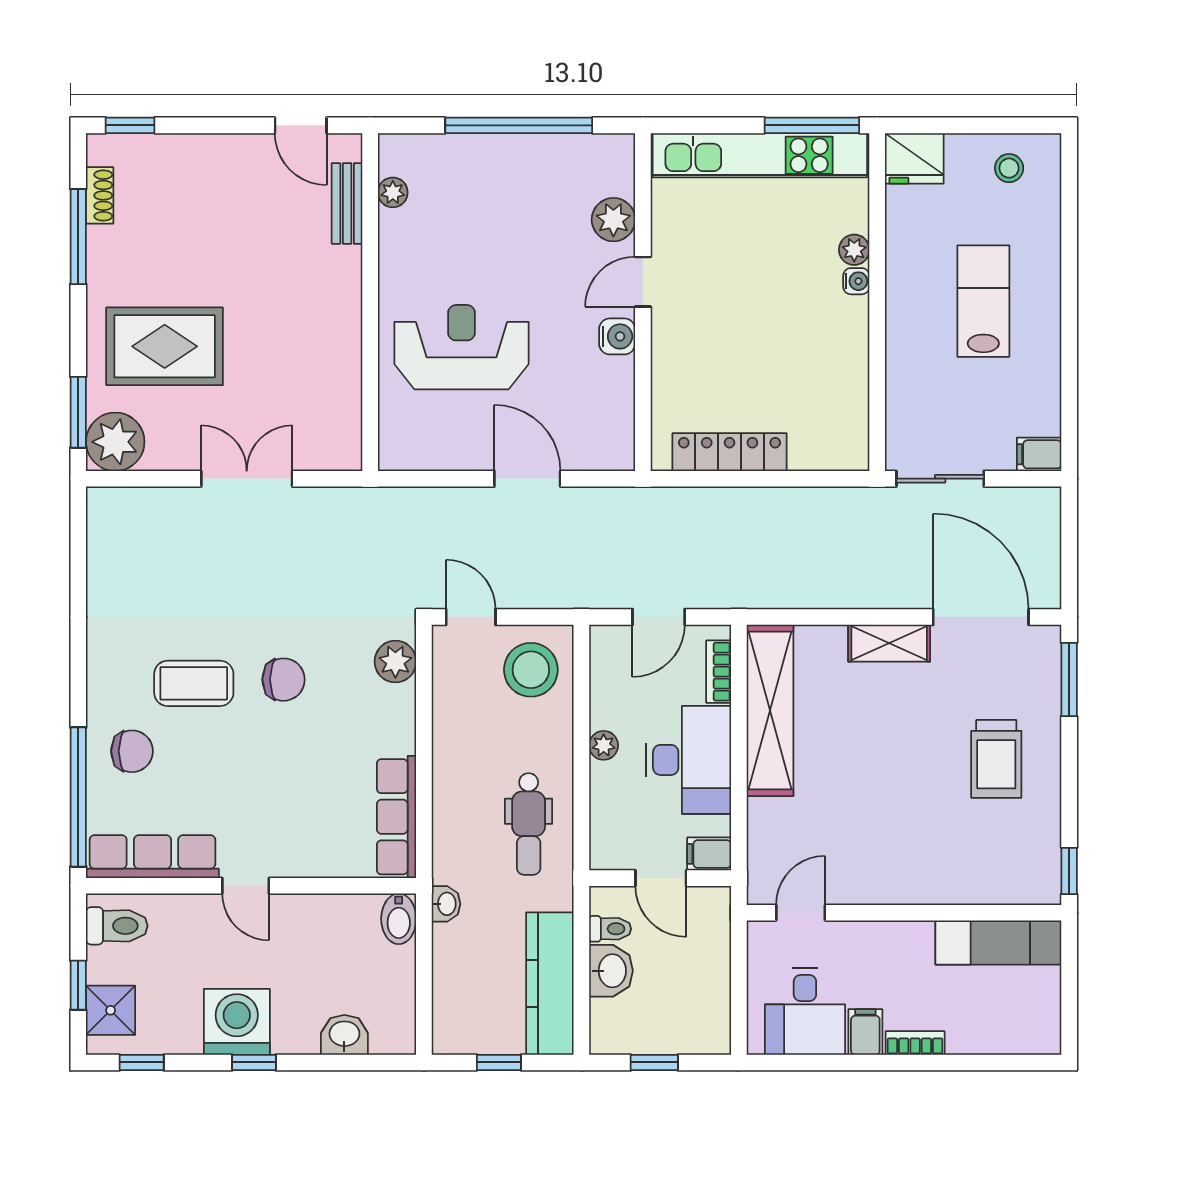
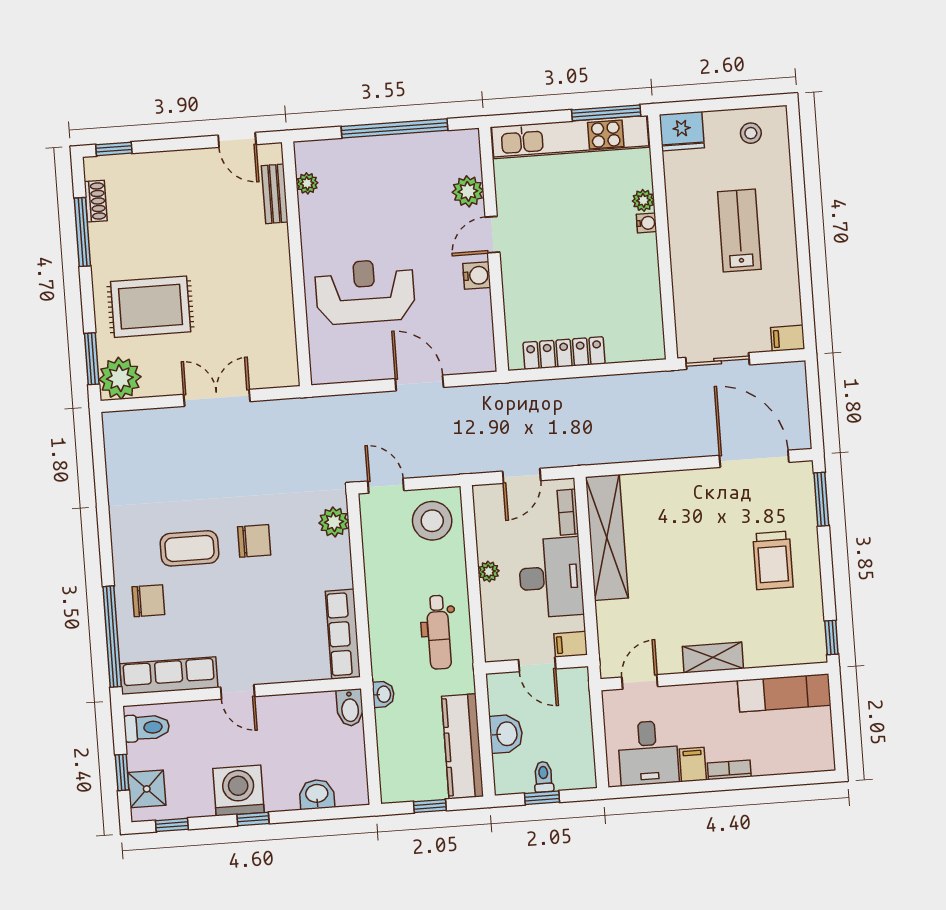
shelving: (889, 643) -> (713, 658), moved
toilet: (610, 929) -> (544, 777), moved, turned -90

